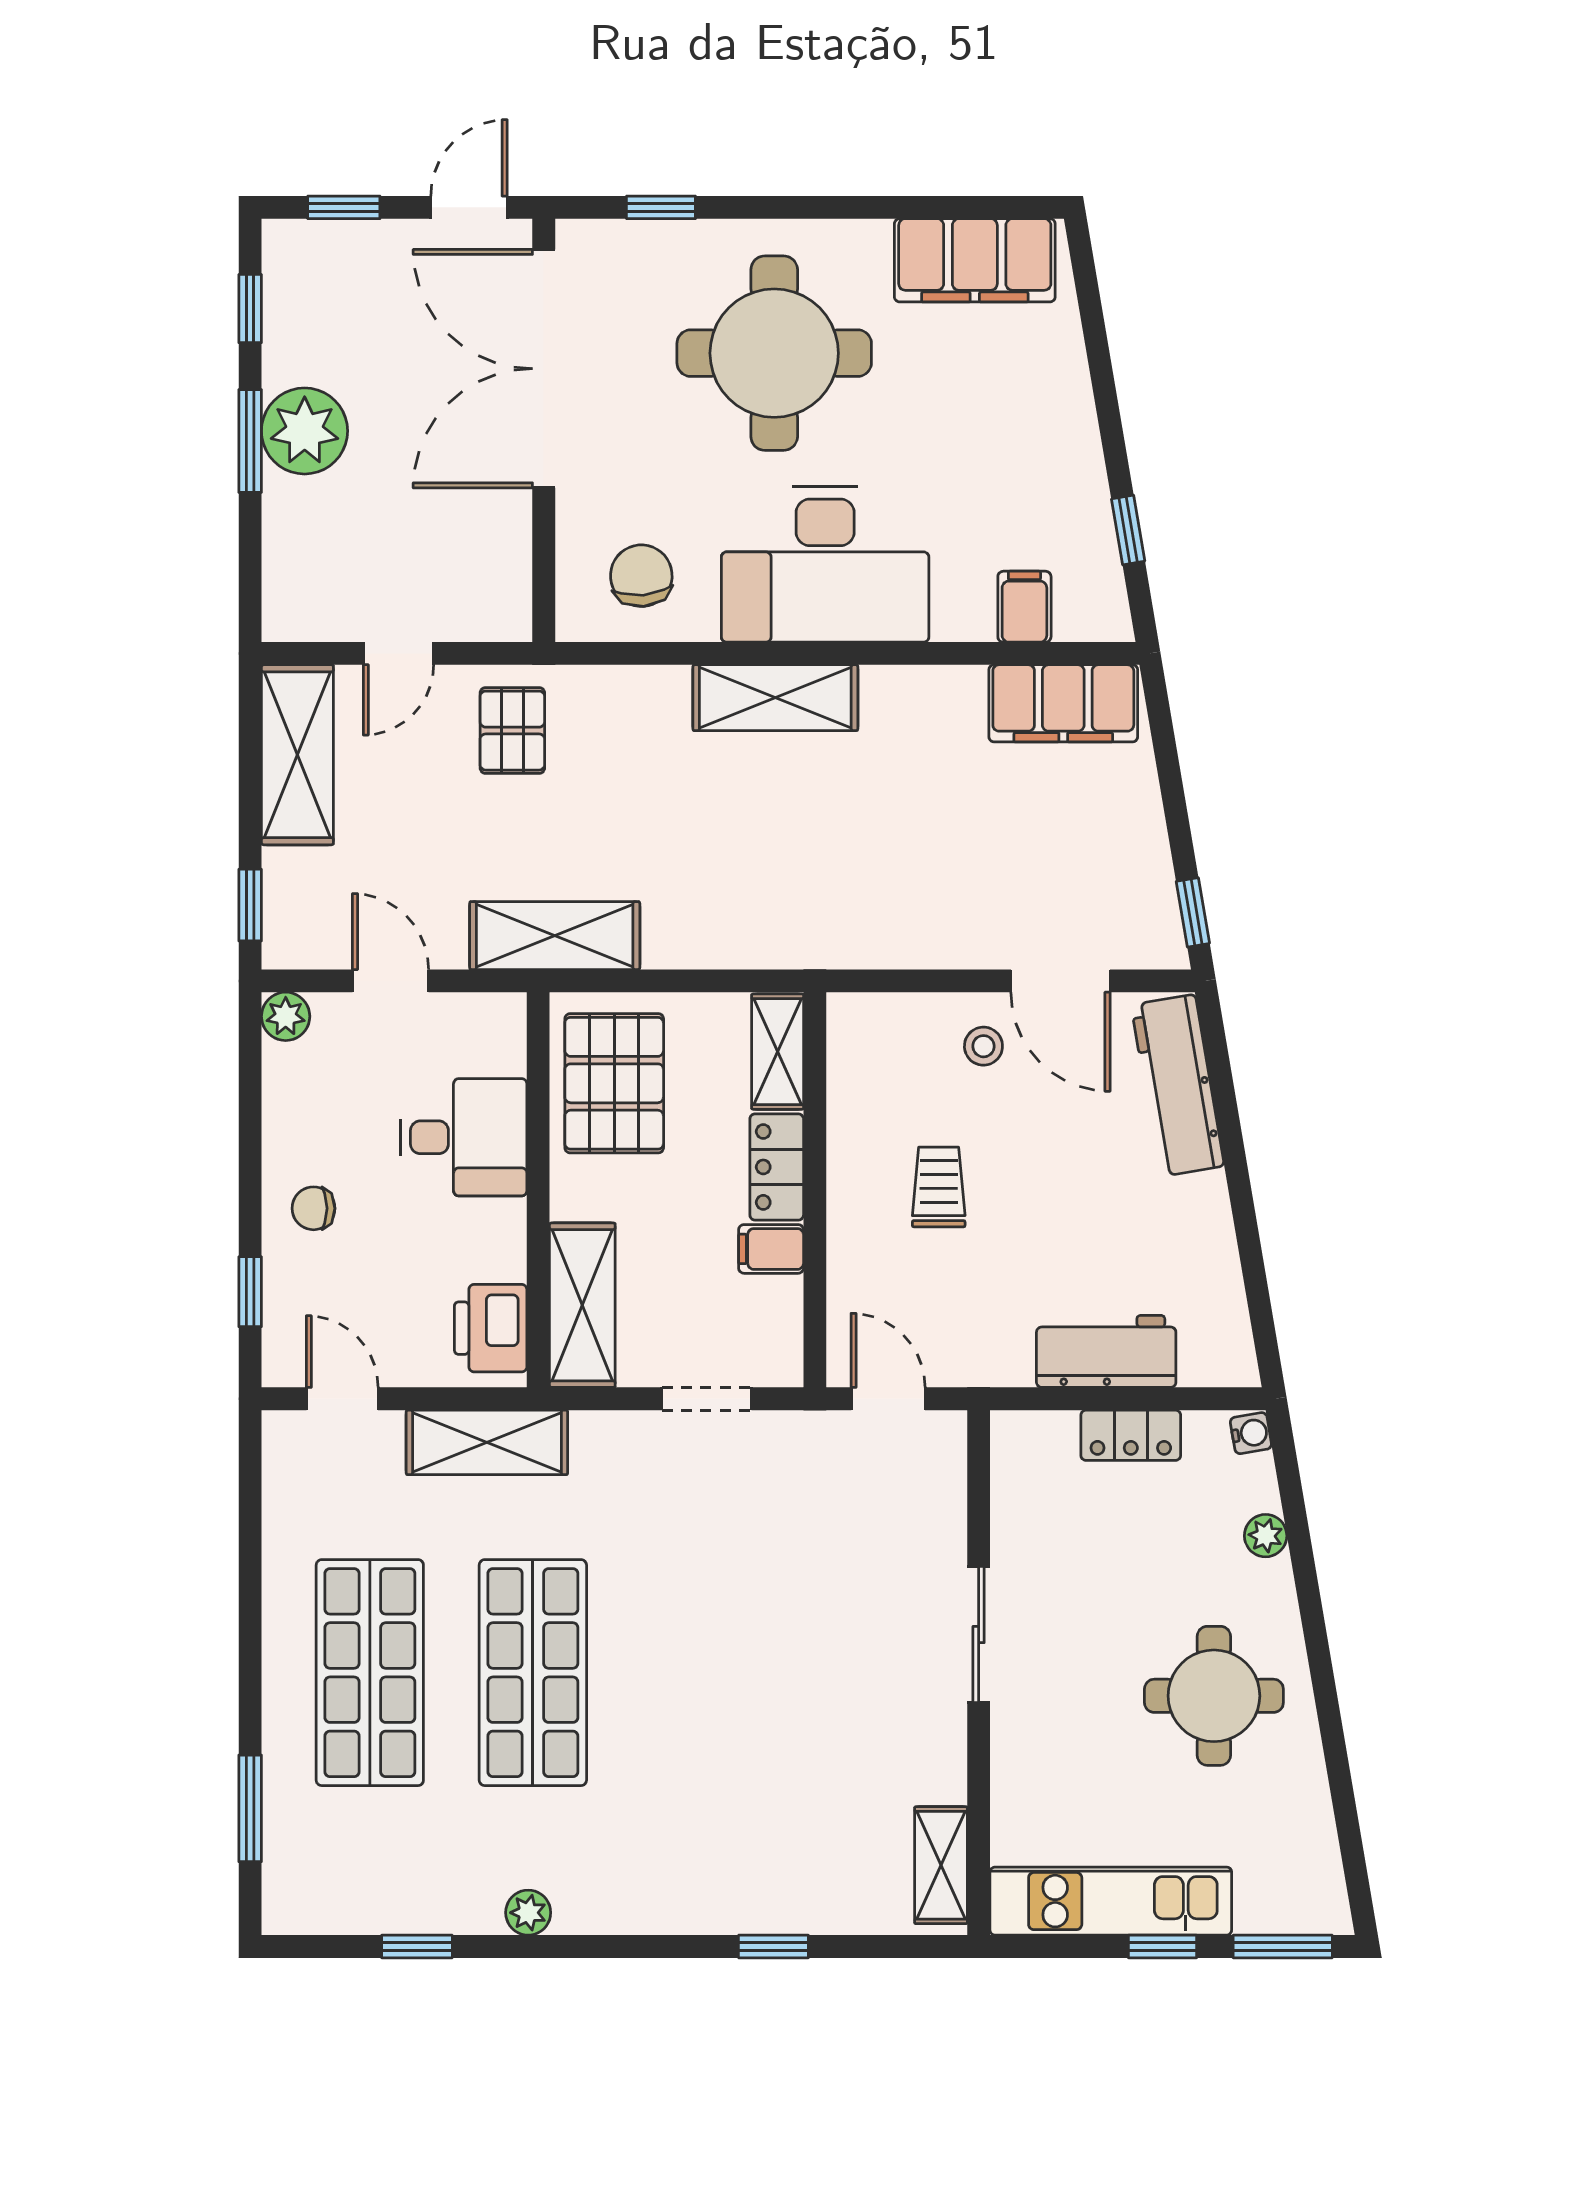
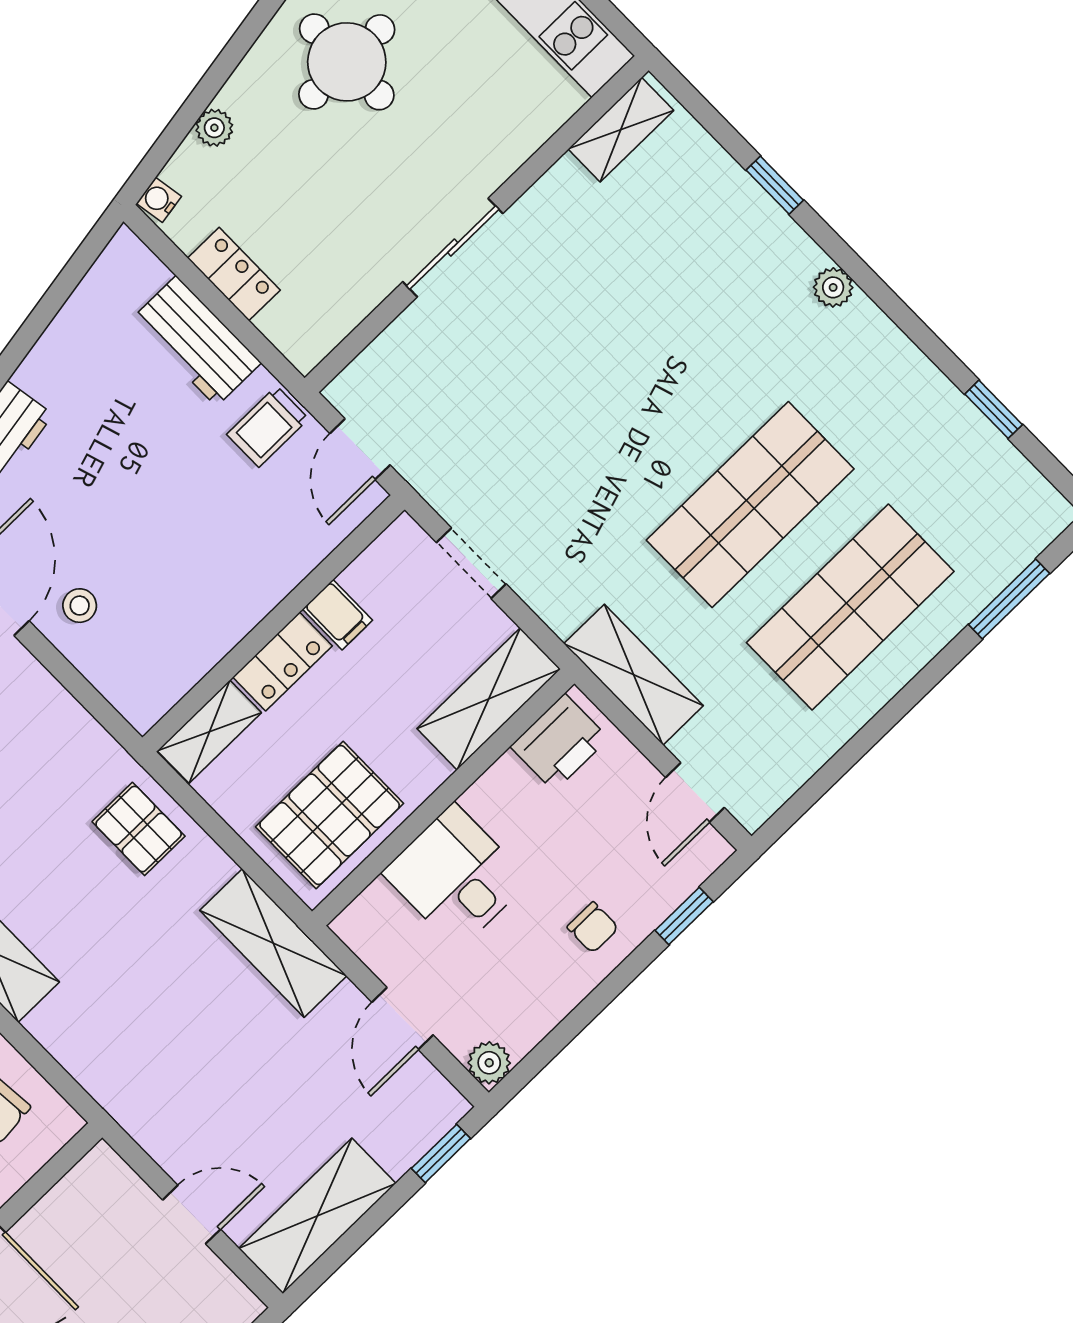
pallet: (512, 731) -> (139, 829), moved, turned 90
trolley: (939, 1187) -> (268, 427), moved
plant: (528, 1913) -> (833, 287), moved

